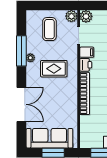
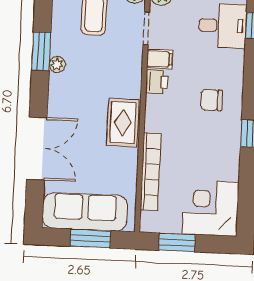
window: (21, 51) -> (41, 51), width x0.69
rug: (54, 69) -> (123, 123), moved, turned 90
bookcase: (85, 93) -> (151, 172), moved

